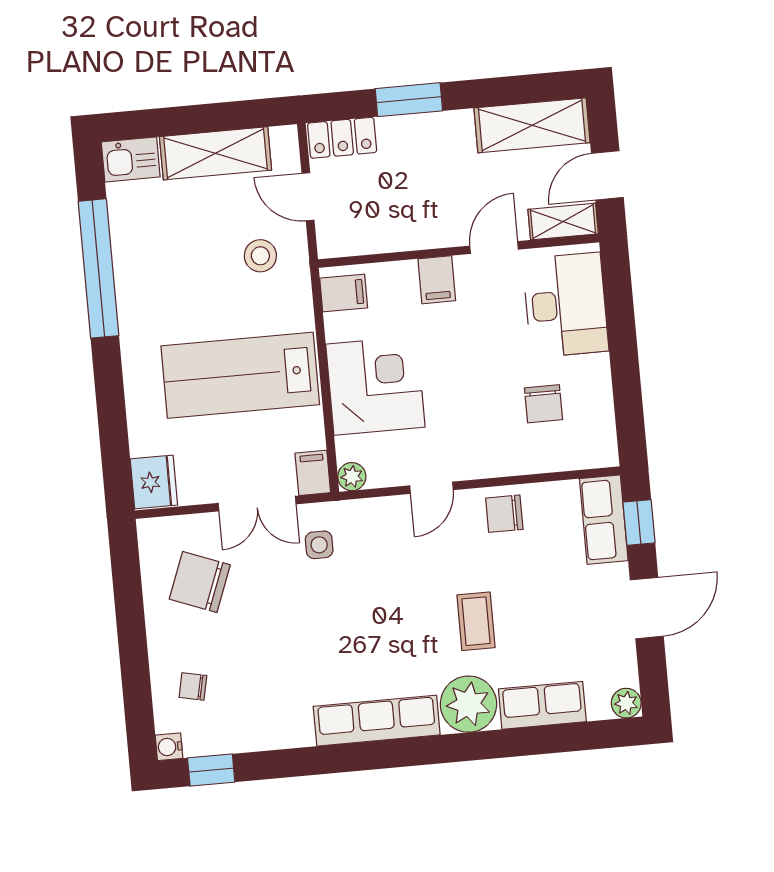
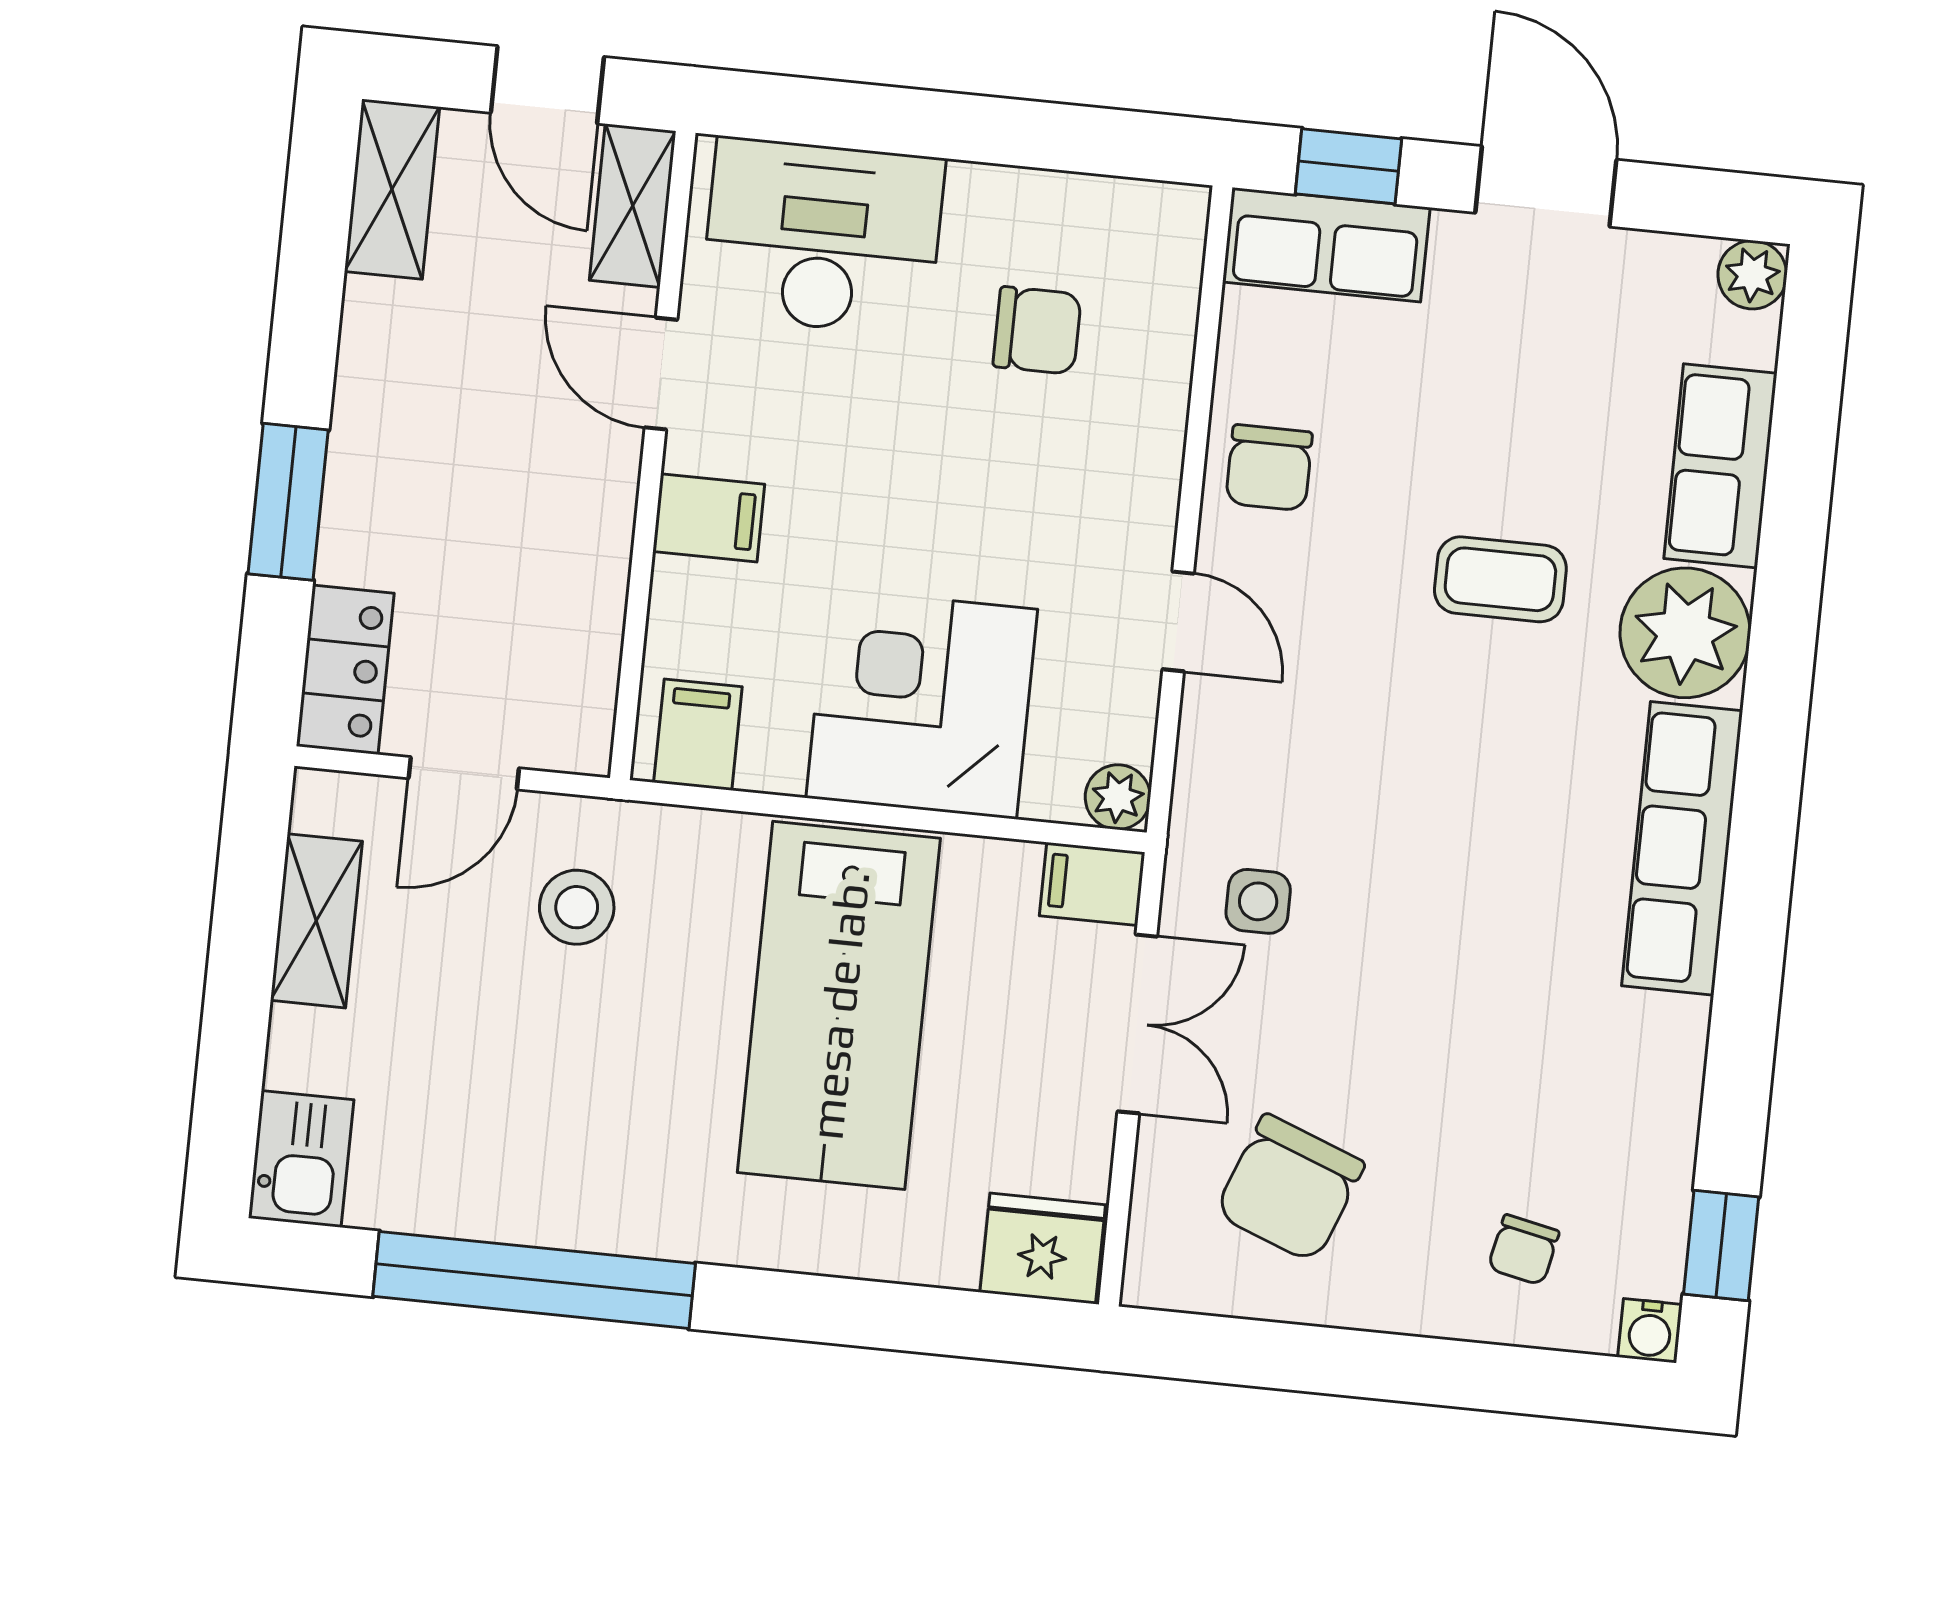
shelving: (532, 125) -> (392, 189), width x0.67, depth x0.75
shelving: (216, 153) -> (316, 921), width x0.67, depth x0.75

